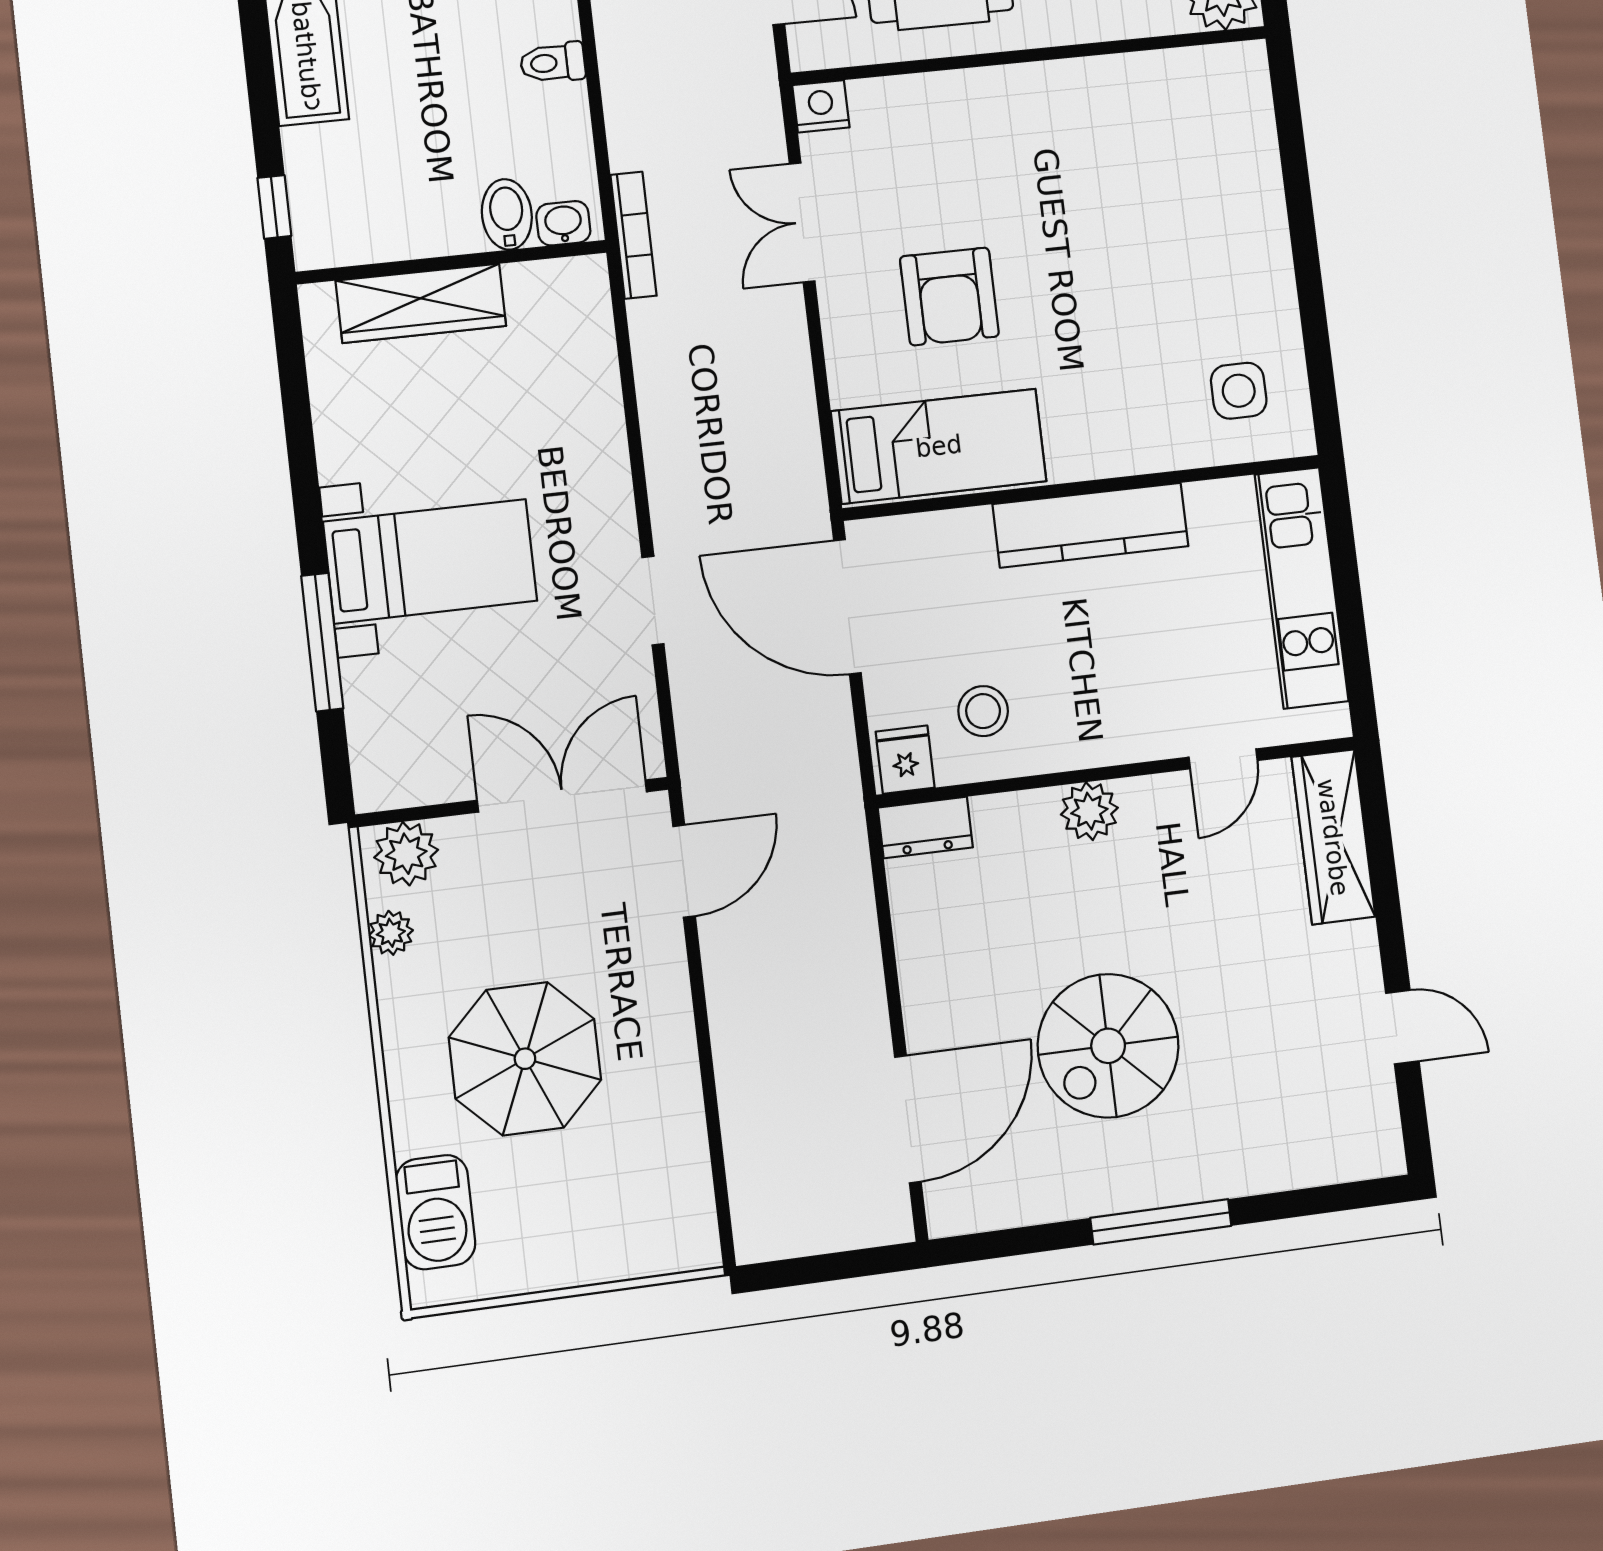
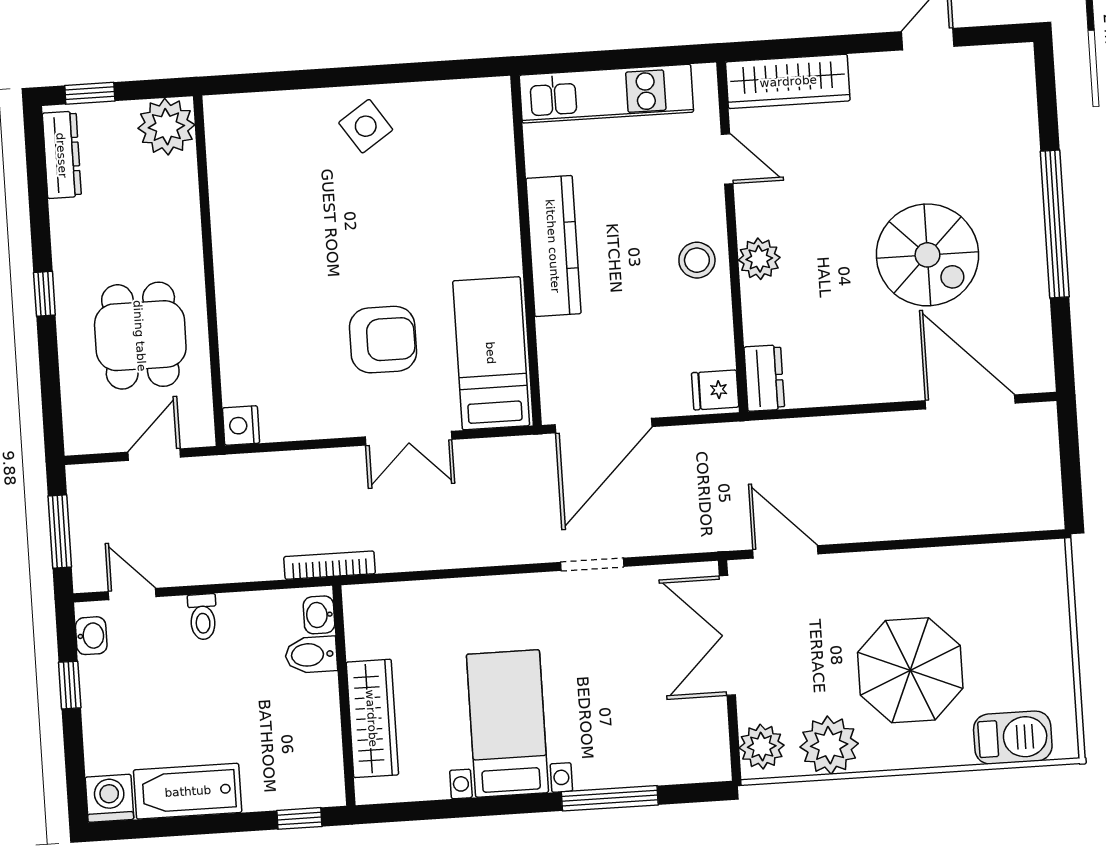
double door: (802, 222) -> (409, 438), moved
side table: (1239, 391) -> (366, 126), moved, turned -34
bed with nightstands: (430, 561) -> (507, 723), moved
stool: (983, 711) -> (697, 260), moved
plant: (391, 933) -> (829, 745), width x1.87, depth x1.87
window: (1161, 1222) -> (1055, 224), width x1.46

